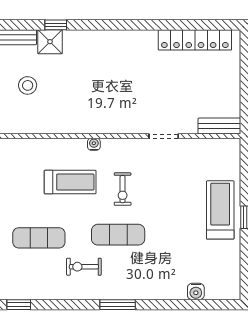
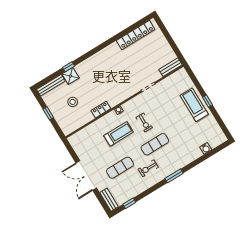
locker: (66, 126) -> (101, 110), added

